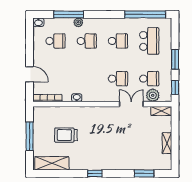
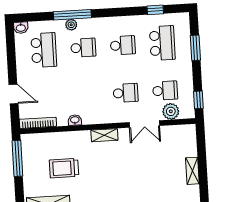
window: (69, 14) -> (72, 15), moved
window: (145, 14) -> (155, 10), width x0.32
school desk: (55, 41) -> (44, 50), width x1.85
window: (175, 59) -> (195, 48), moved
double door: (131, 104) -> (144, 124), swing flipped
shelving: (161, 111) -> (104, 135), moved
window: (30, 136) -> (17, 158), moved

